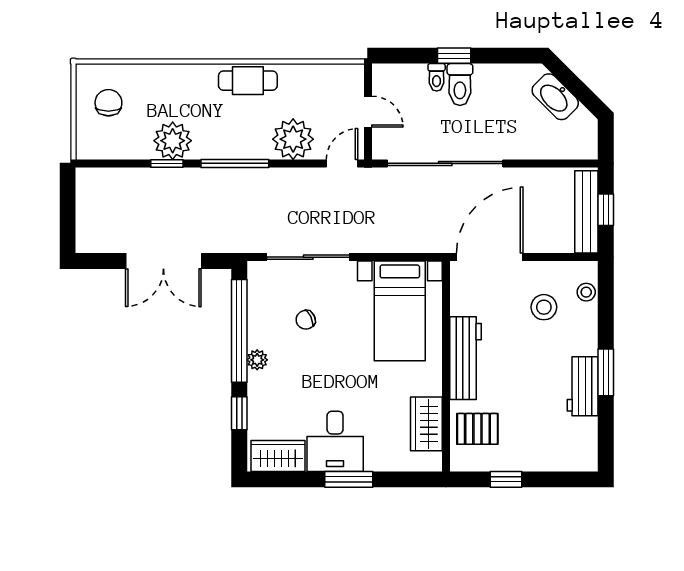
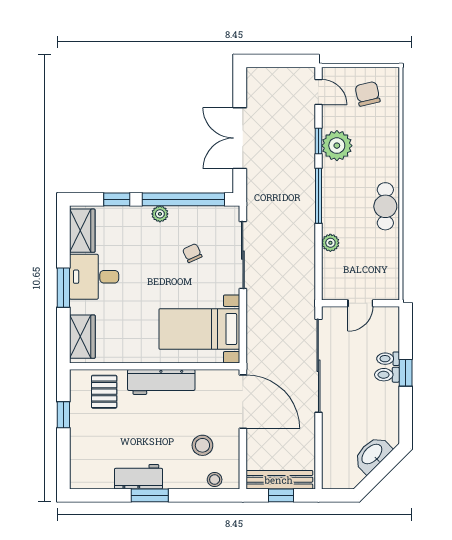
toilet: (460, 84) -> (387, 375), width x0.73, depth x0.72
chair: (108, 103) -> (368, 94), turned -103
plant: (293, 139) -> (330, 243), width x0.53, depth x0.53
door: (342, 163) -> (318, 92), moved
wardrobe: (426, 424) -> (82, 337), moved, turned 90

